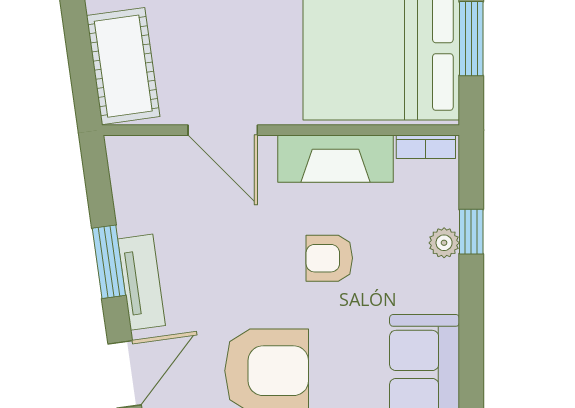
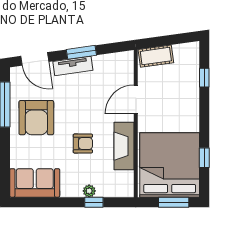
cot: (123, 66) -> (156, 56), width x0.73, depth x0.75
bookcase: (426, 147) -> (129, 183), removed
armchair: (329, 258) -> (83, 143), turned 90

